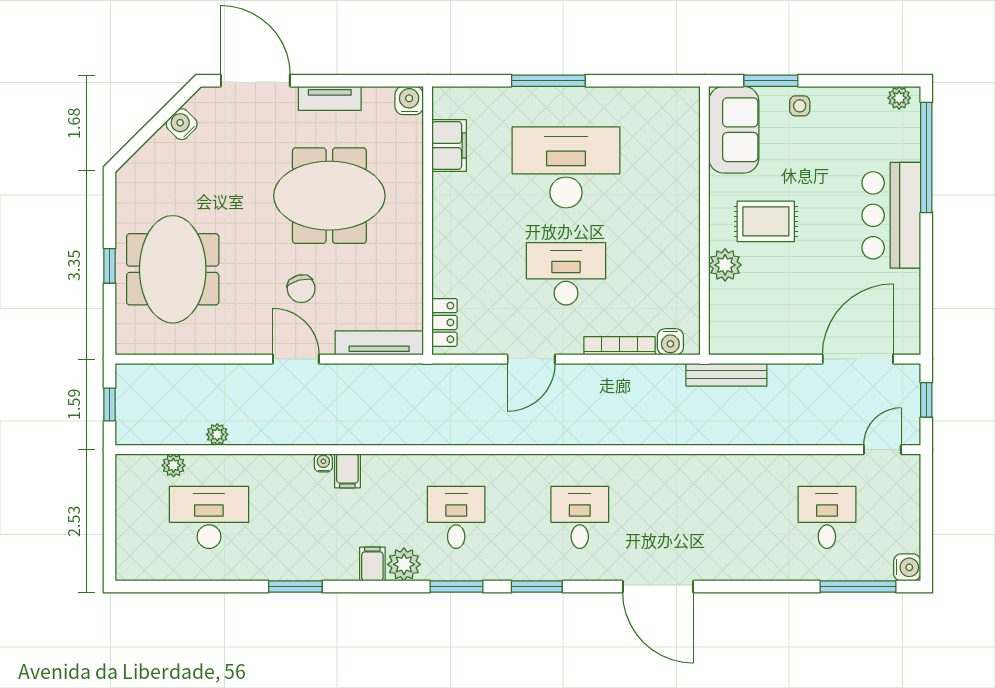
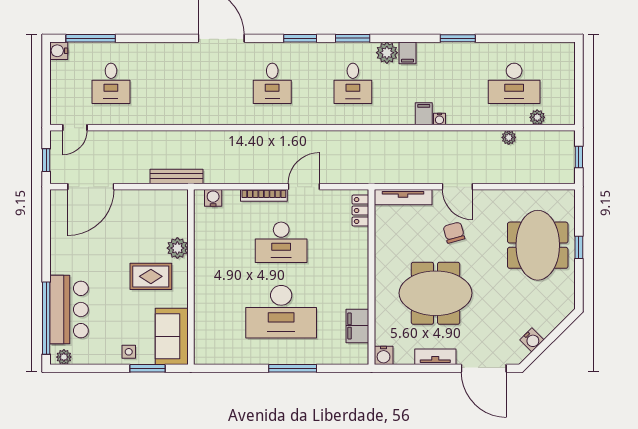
bar counter: (891, 215) -> (69, 309), moved
bookcase: (619, 346) -> (264, 195), moved

